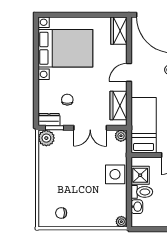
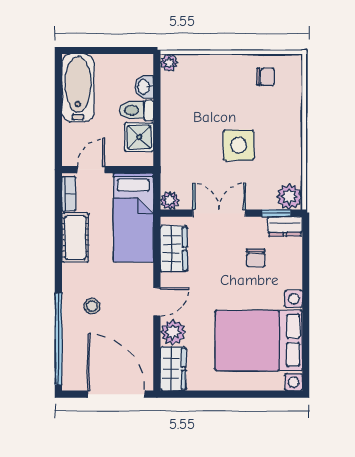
plant: (119, 53) -> (173, 332), added
side table: (115, 174) -> (239, 145), moved

